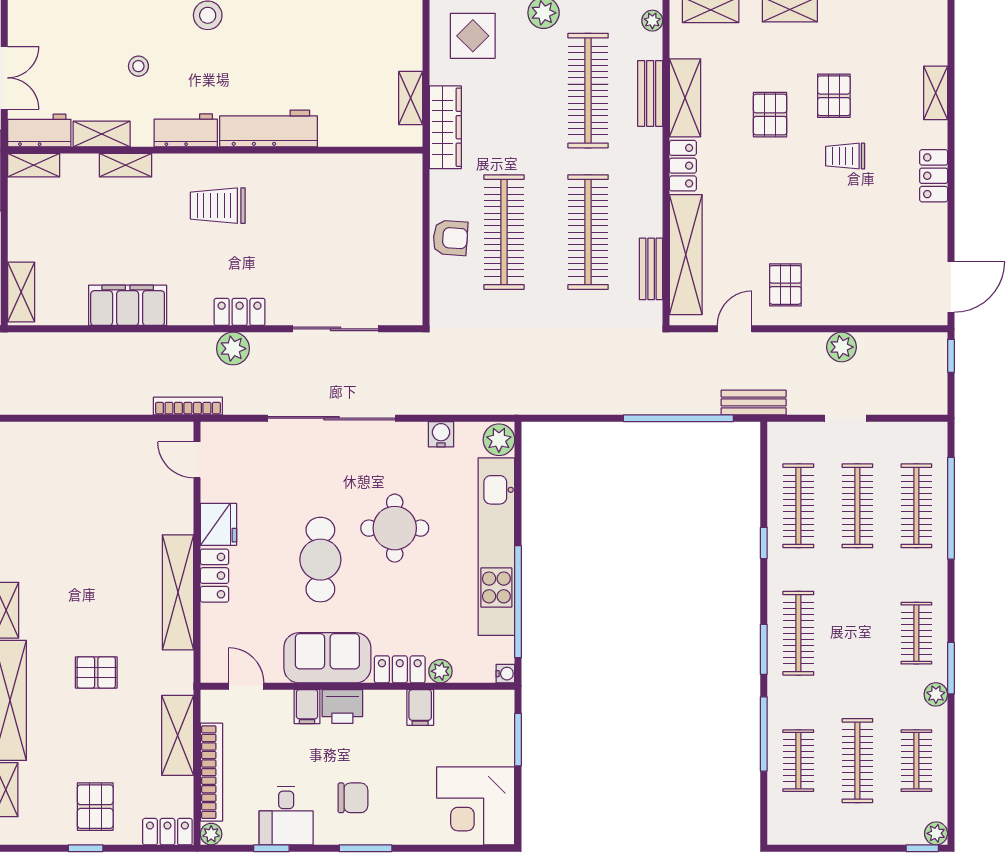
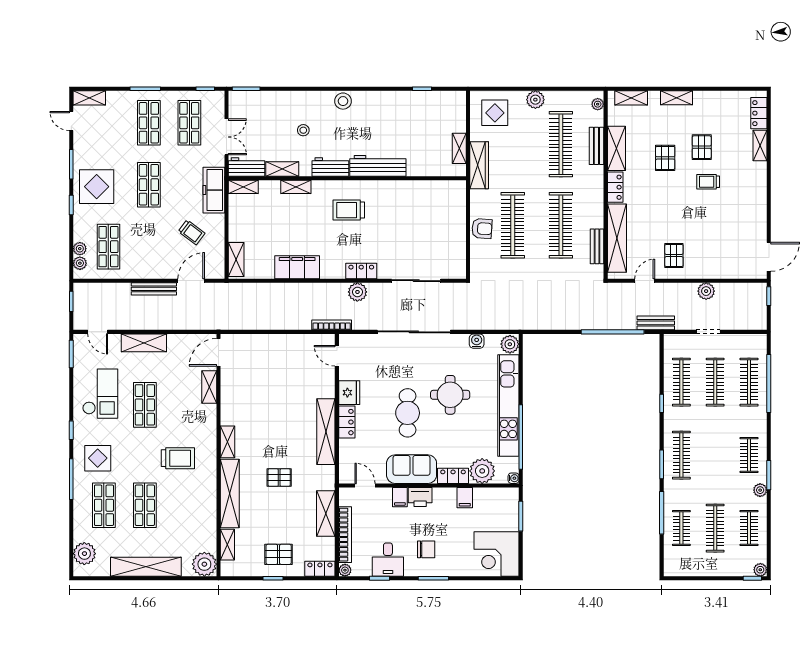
locker: (934, 176) -> (759, 113), moved
plant: (440, 671) -> (482, 471), width x1.88, depth x1.88
pallet: (95, 807) -> (279, 554), turned 90

